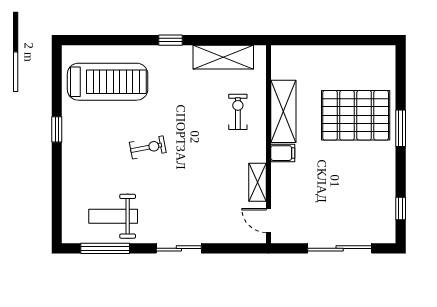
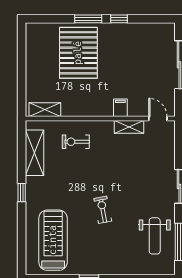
shelving: (283, 111) -> (45, 110), moved, width x0.67, depth x0.75
filing cabinet: (283, 153) -> (120, 108), moved
window: (401, 208) -> (119, 19), moved
door: (269, 220) -> (158, 119), swing flipped

